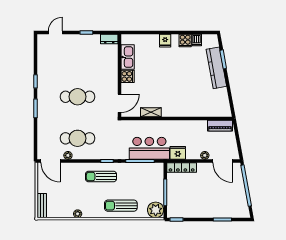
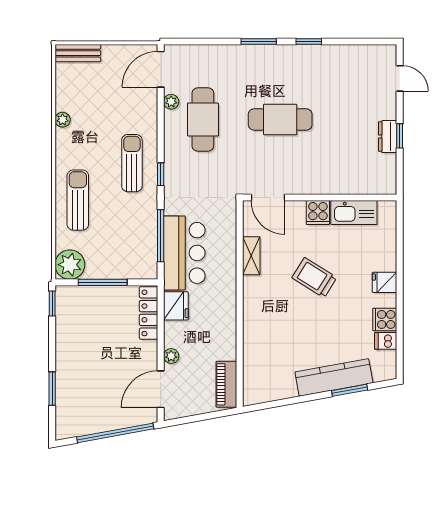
dresser: (109, 39) -> (388, 137), moved
trolley: (163, 78) -> (314, 278), added
cafe table: (78, 97) -> (280, 119), turned 90

